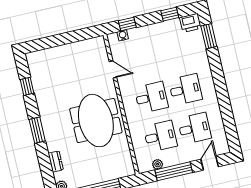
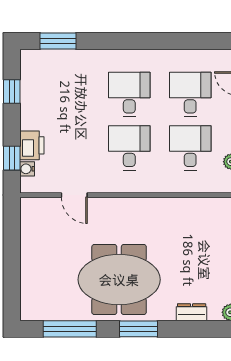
printer: (190, 23) -> (32, 145), moved
door: (113, 69) -> (74, 195), swing flipped
window: (27, 86) -> (70, 329), width x2.17
meeting table: (96, 121) -> (119, 280), moved

